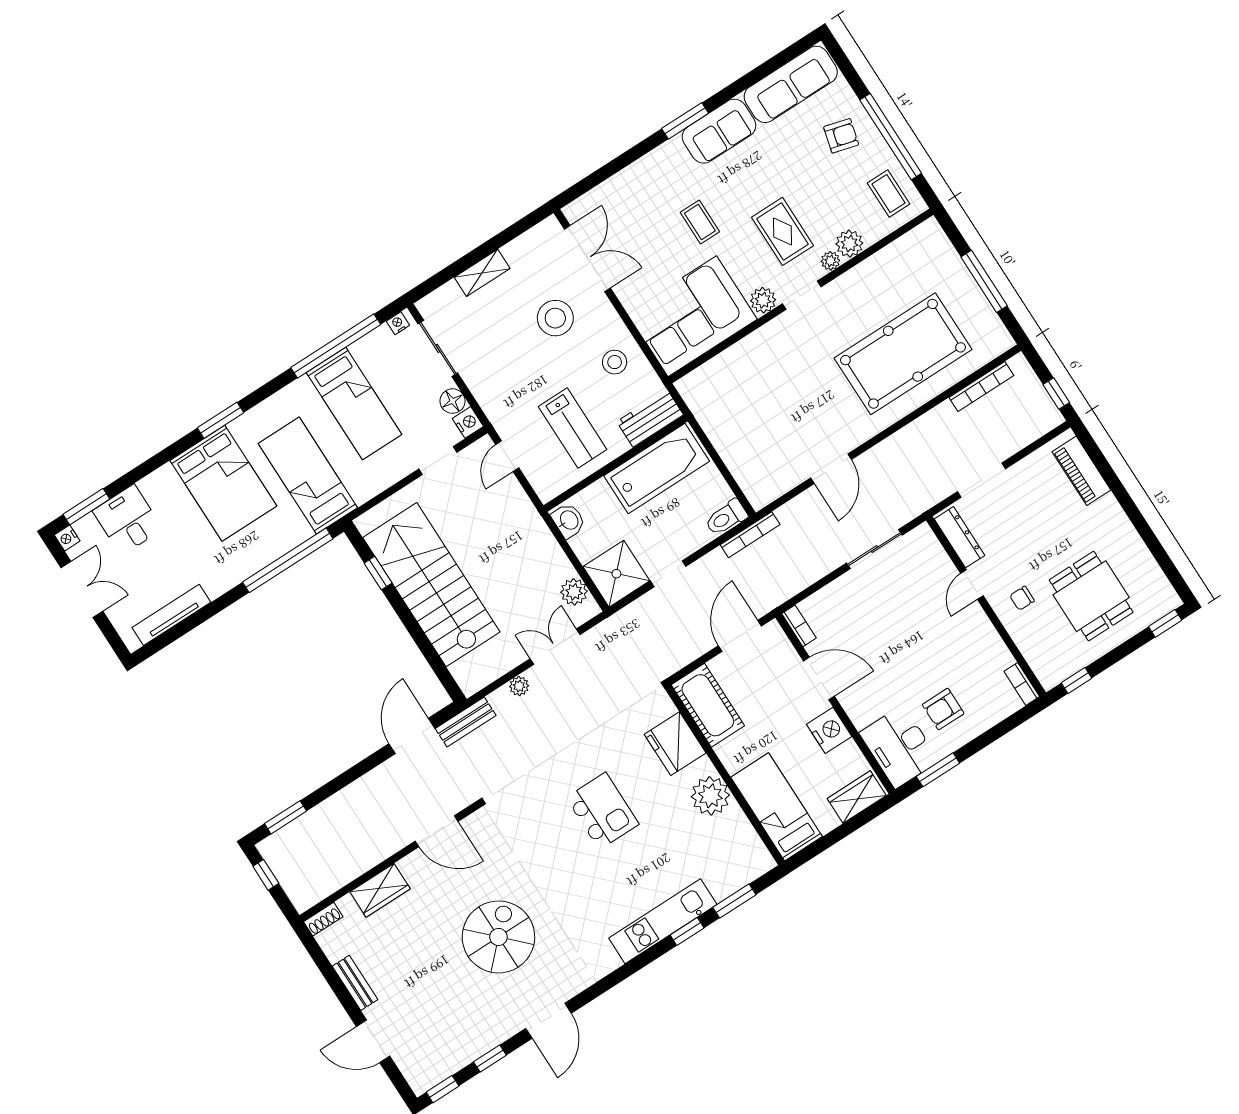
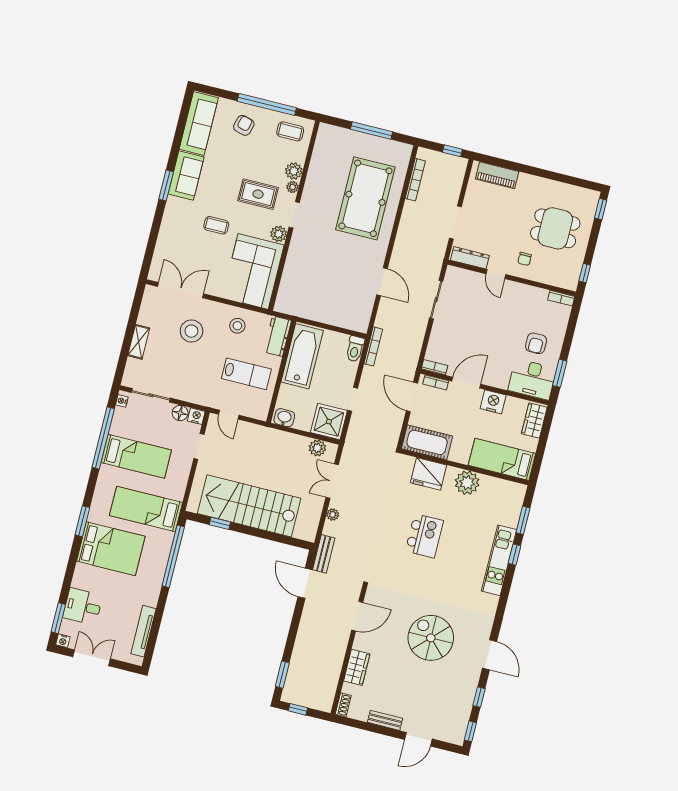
bookcase: (784, 645) -> (436, 382), added
kitchen island: (602, 811) -> (424, 536), turned 90

